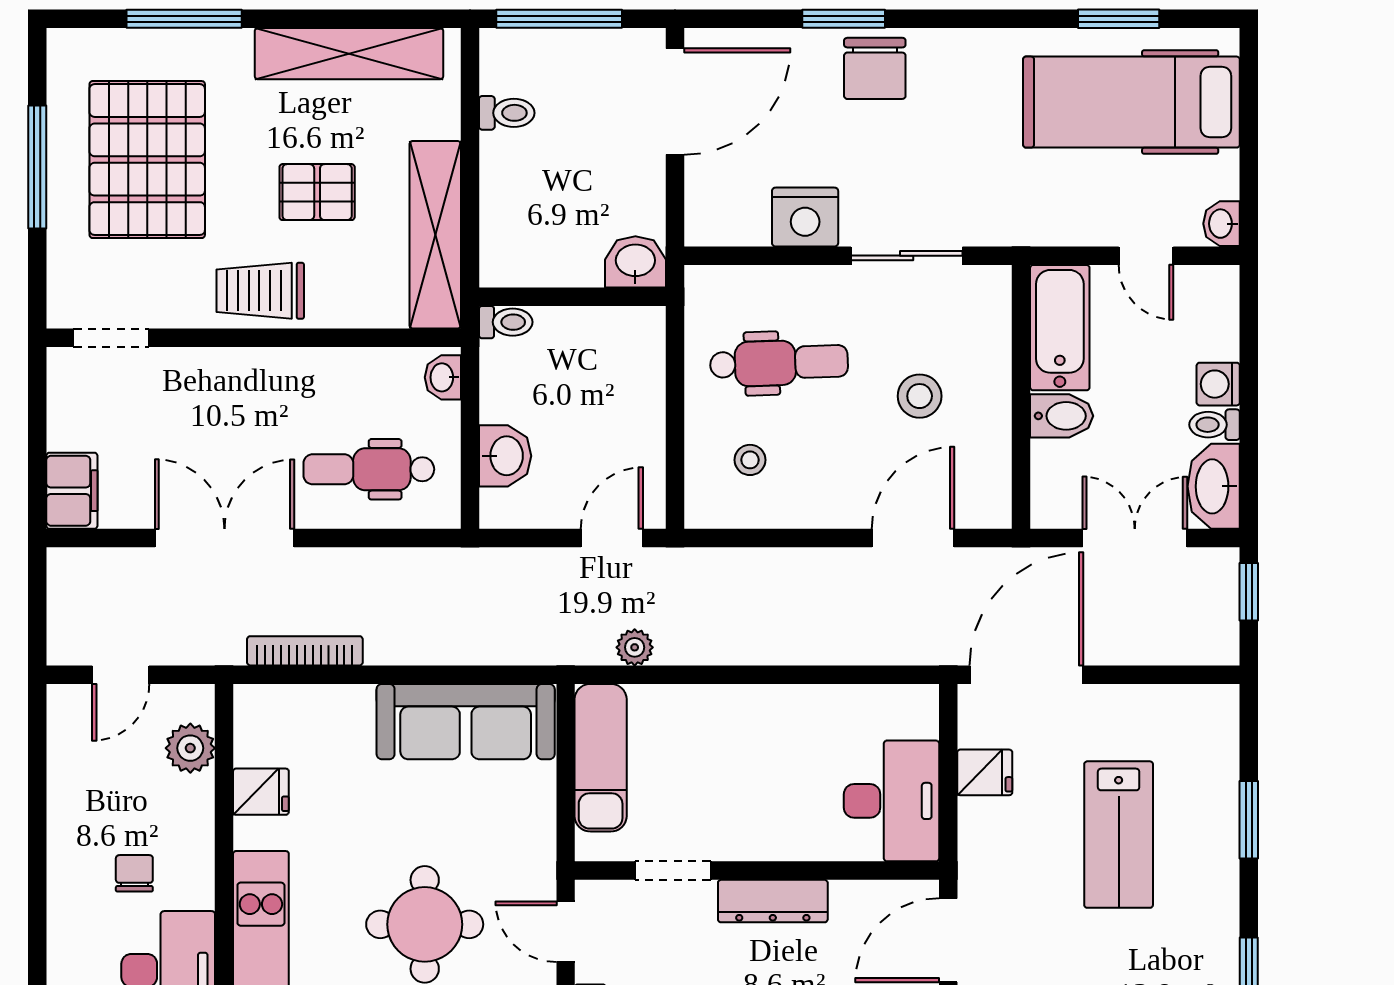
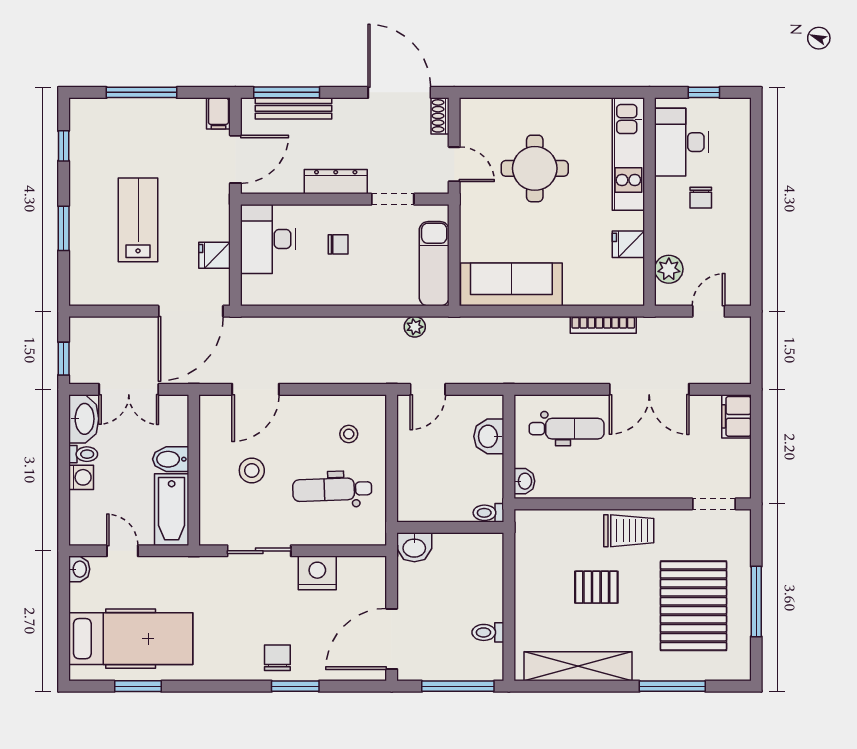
chair: (875, 68) -> (277, 658), width x0.73, depth x0.73
shelving: (435, 235) -> (529, 563), removed
chair: (769, 792) -> (338, 244), added

